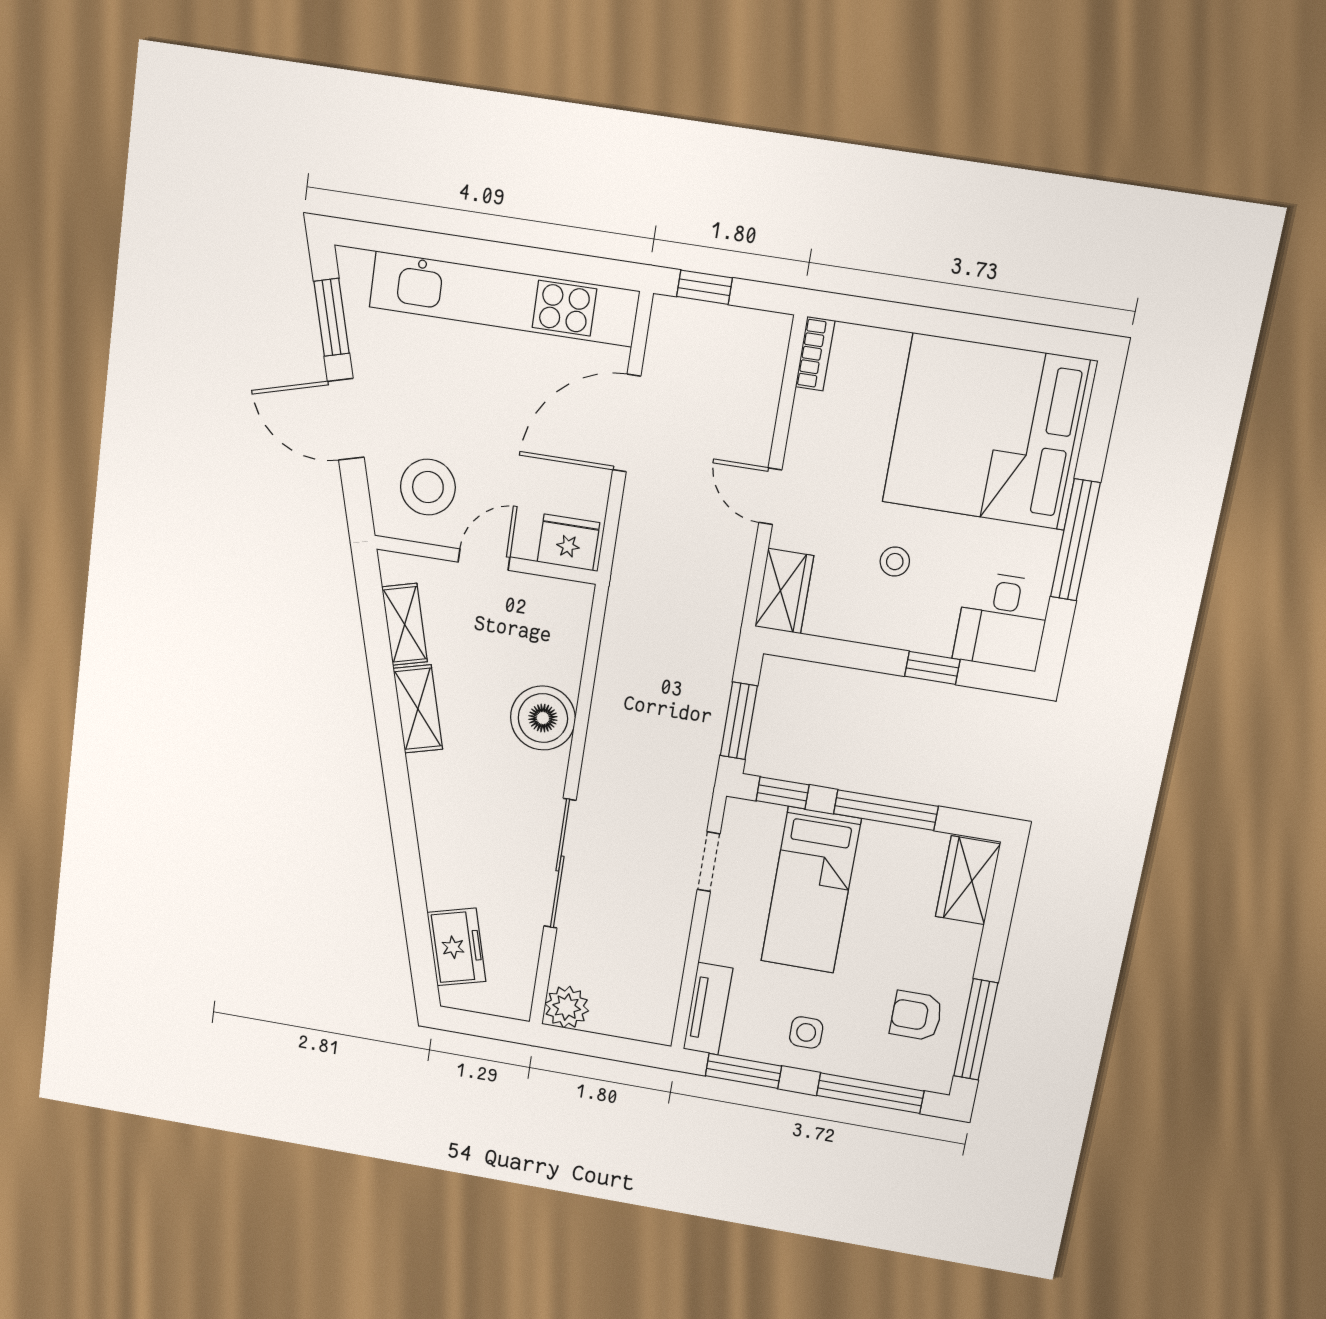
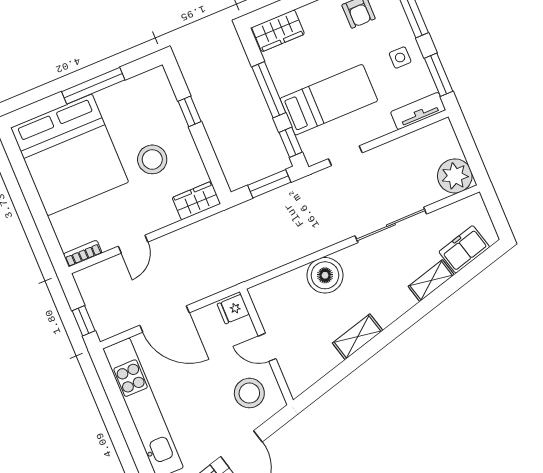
door: (770, 496) -> (133, 244), moved
fridge: (568, 542) -> (233, 309), width x0.72
stool: (895, 562) -> (152, 159), width x1.89, depth x1.89
desk: (1002, 621) -> (149, 94), removed
shelving: (405, 624) -> (431, 281), moved
plant: (567, 1007) -> (455, 176), width x1.36, depth x1.36

